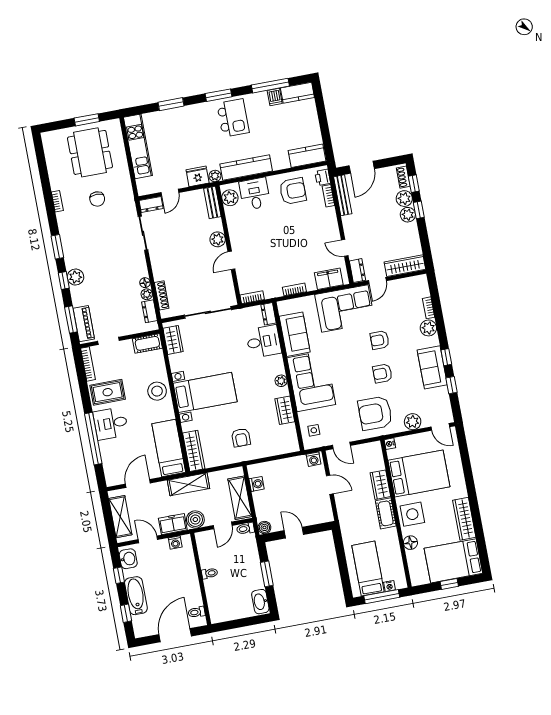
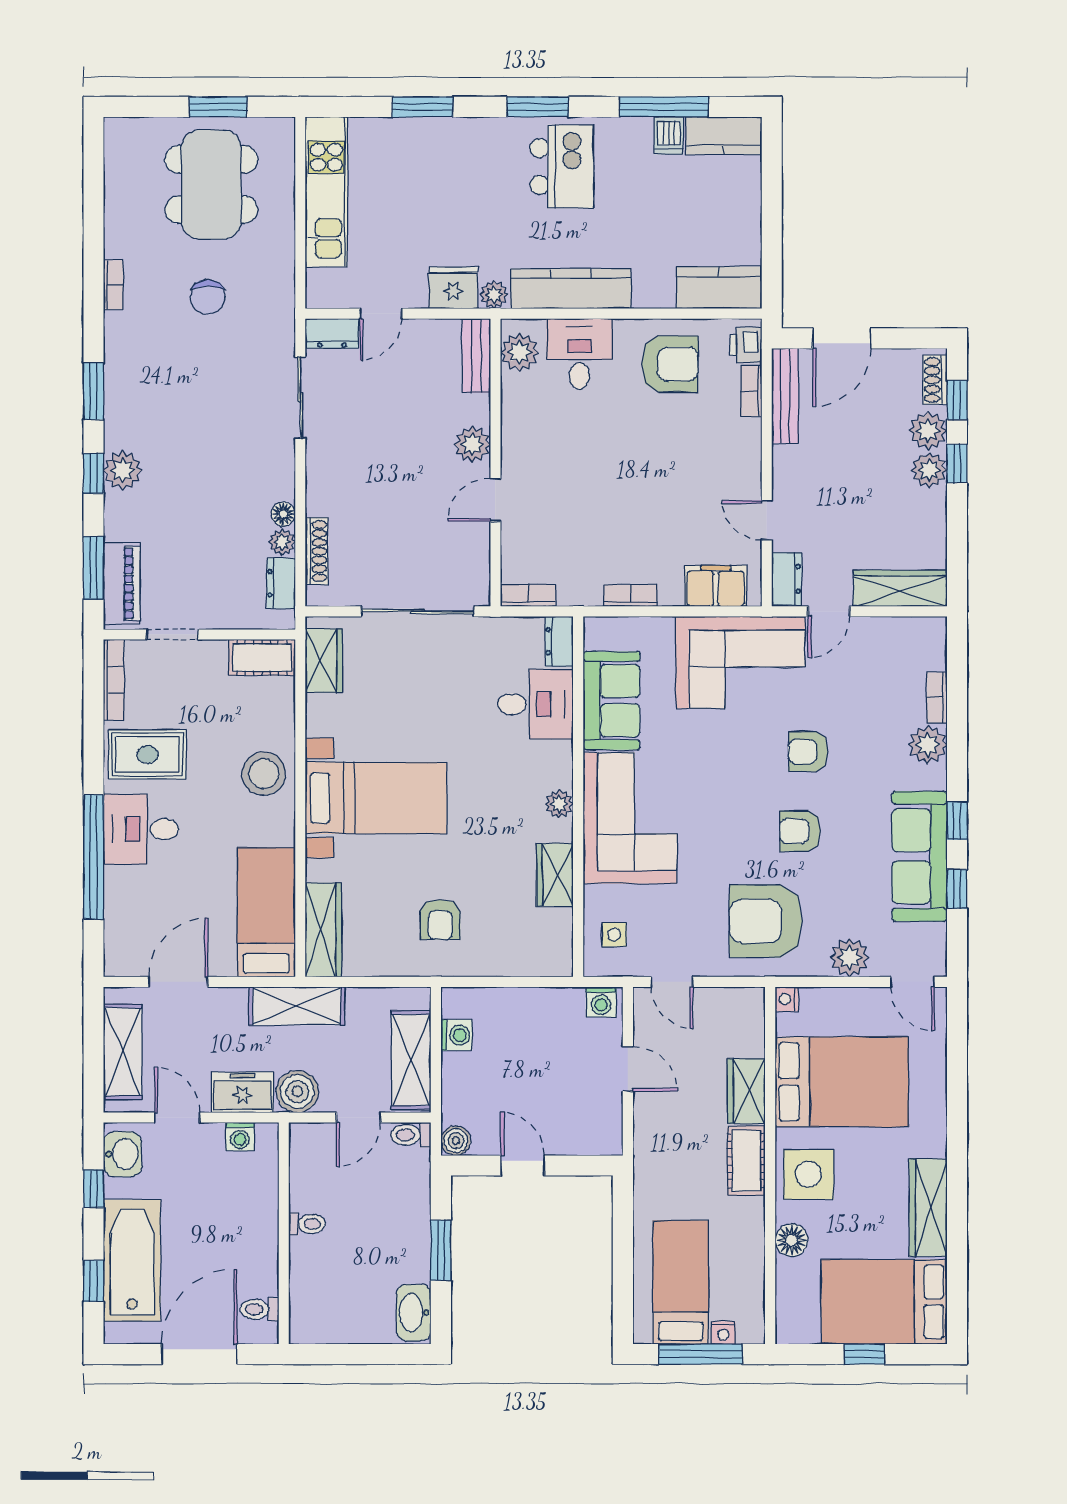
sofa: (432, 367) -> (919, 856), width x1.36
bathtub: (136, 596) -> (132, 1260), width x1.36, depth x1.36

